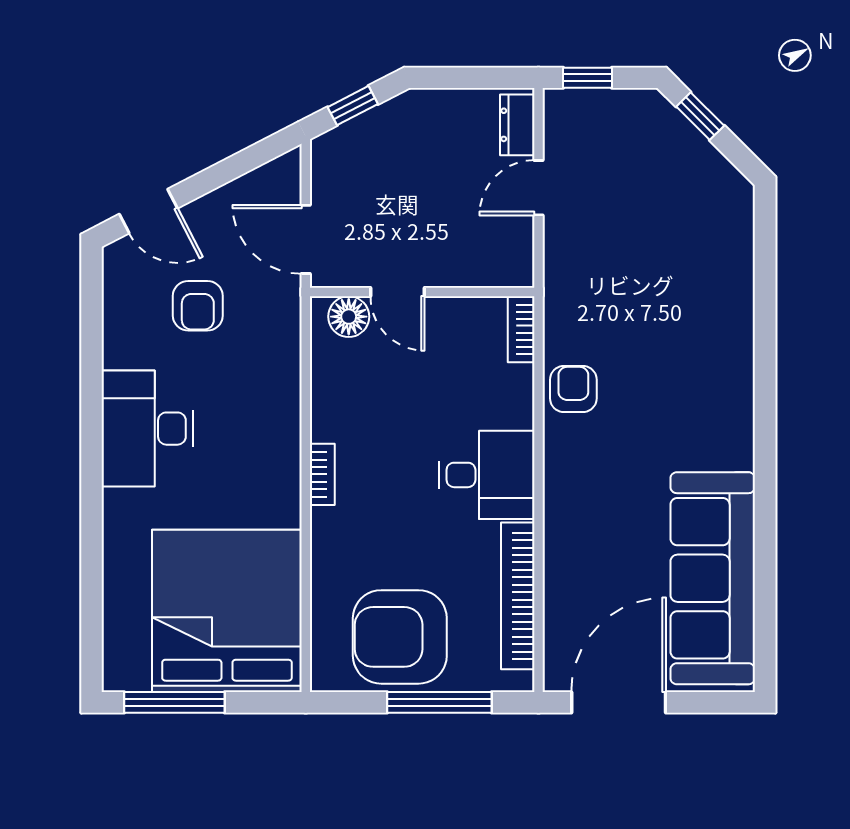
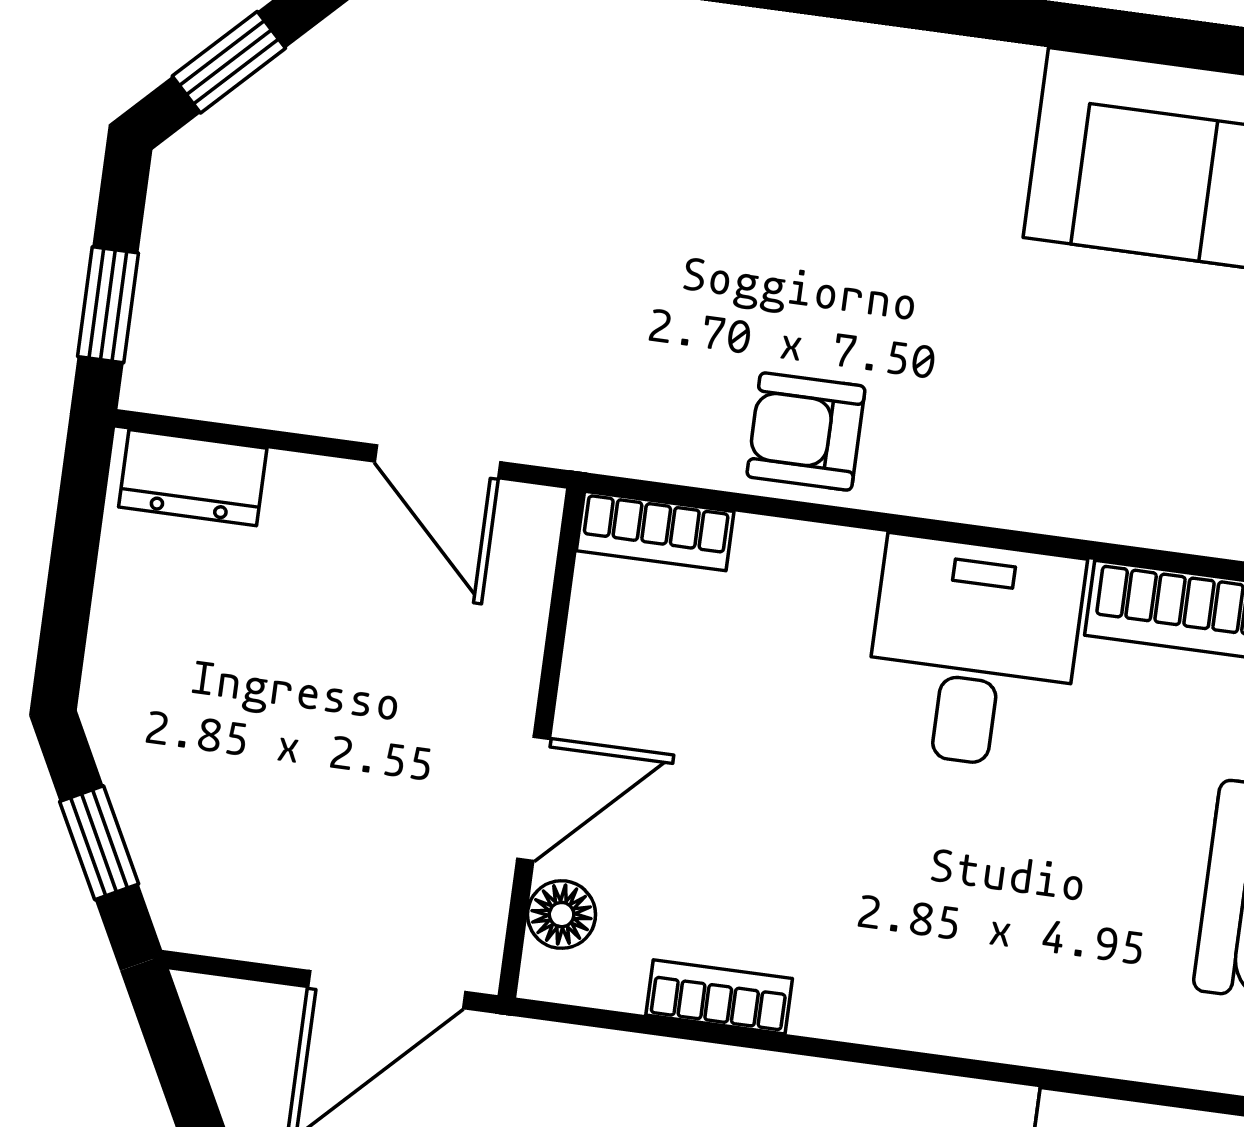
door: (538, 188) -> (438, 462), moved
floor lamp: (349, 317) -> (562, 915), width x0.73, depth x0.73
bookcase: (322, 474) -> (719, 997), moved

